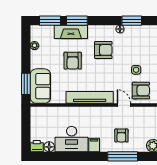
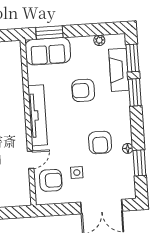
fireplace: (71, 32) -> (119, 70), moved
armchair: (103, 50) -> (100, 142), moved
armchair: (141, 90) -> (51, 180), turned -90

